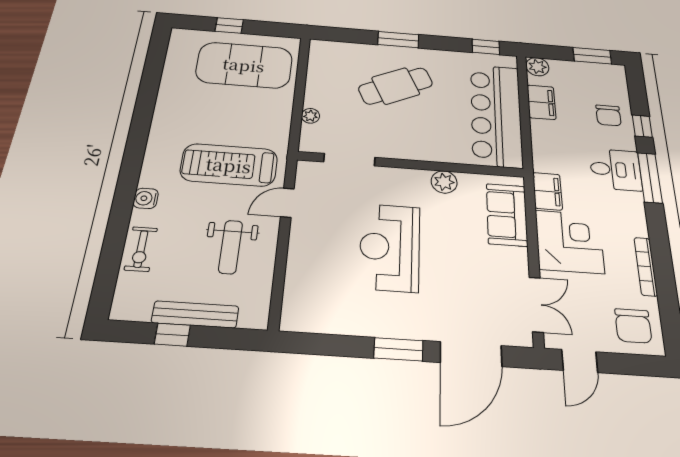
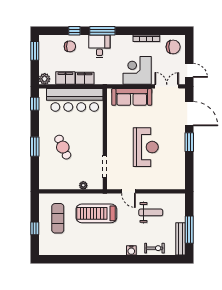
exercise mat: (244, 65) -> (58, 218), width x0.50, depth x0.69
cafe table: (396, 86) -> (63, 147), width x0.73, depth x0.74
treadmill: (229, 165) -> (96, 213), moved, turned 90
plant: (444, 182) -> (113, 124), removed
filing cabinet: (547, 191) -> (85, 78), moved
sofa: (507, 215) -> (132, 97), width x1.36
reception desk: (390, 247) -> (146, 147), turned -90
bench: (195, 314) -> (181, 239), moved
window: (172, 335) -> (189, 230), width x2.17

